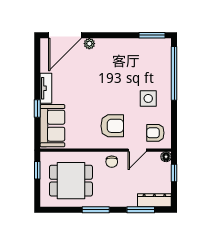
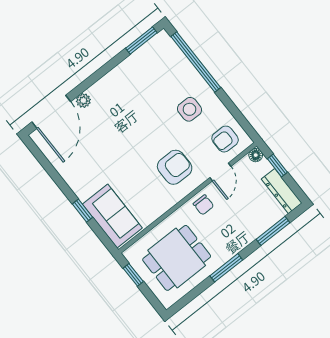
tv unit: (46, 88) -> (75, 182), removed
dresser: (154, 200) -> (282, 191), moved, turned -90

